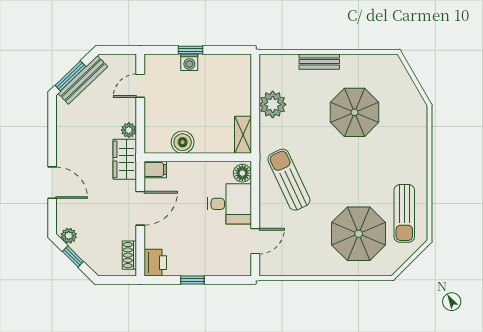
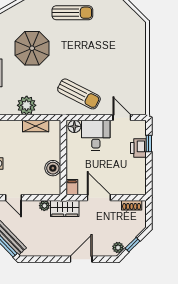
shelving: (243, 135) -> (36, 126), moved
sun lounger: (289, 180) -> (79, 94), turned -128
sun lounger: (404, 213) -> (72, 13), moved
parasol: (359, 234) -> (117, 45), removed
printer: (155, 263) -> (138, 148), moved, turned -90
window: (192, 280) -> (149, 144), moved

